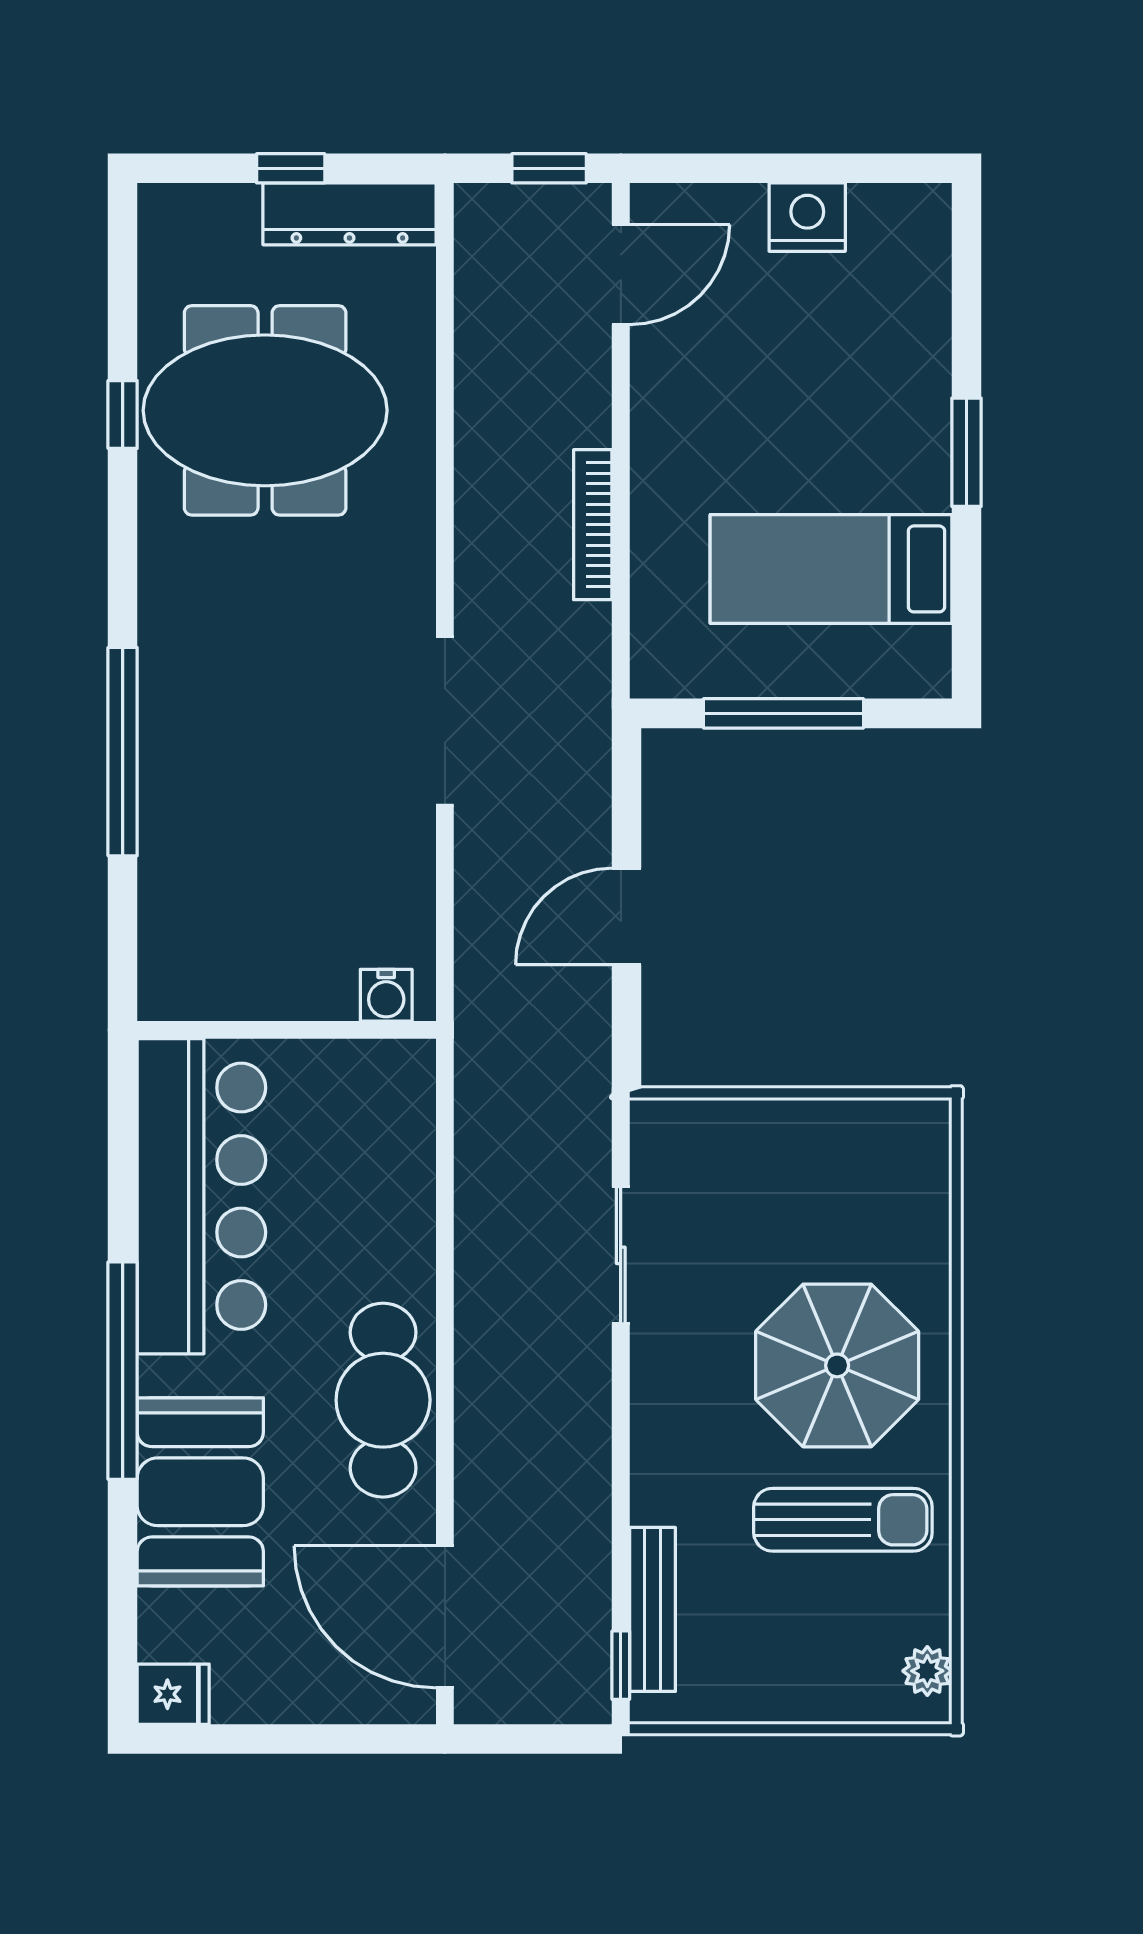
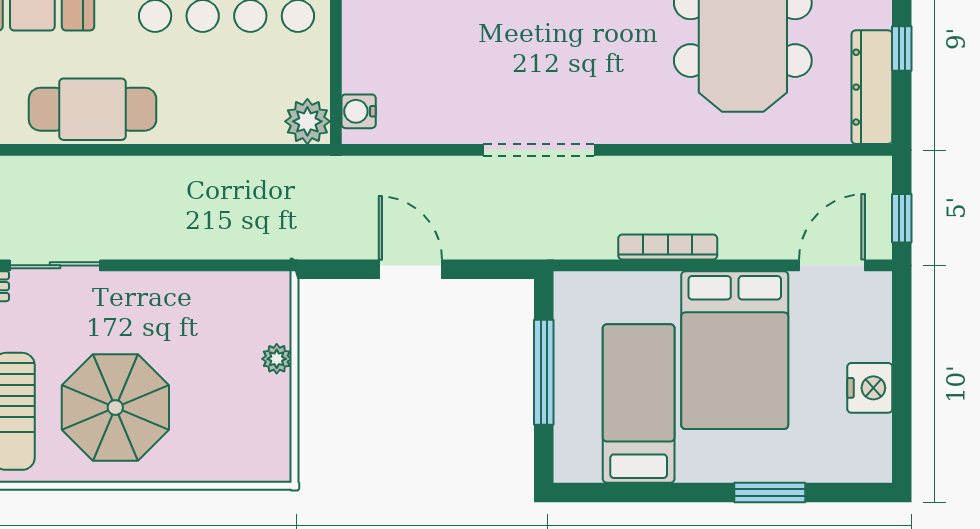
door: (621, 275) -> (832, 265), swing flipped
bed: (750, 423) -> (735, 350), added
window: (967, 452) -> (770, 493), moved
plant: (402, 1073) -> (307, 121), added
plant: (763, 1120) -> (277, 359), added
sliding door: (621, 1255) -> (55, 265), moved

